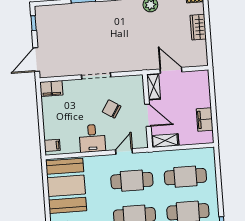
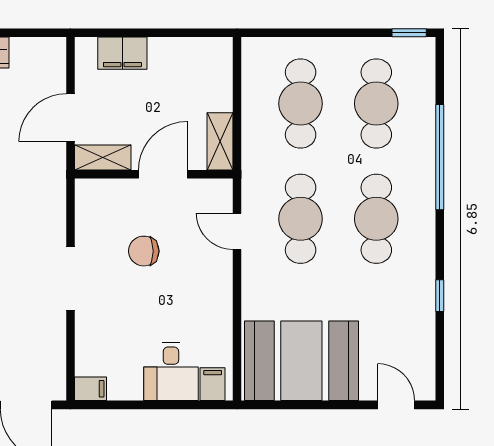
filing cabinet: (51, 89) -> (90, 389), width x0.50
chair: (112, 109) -> (144, 251), turned 58
filing cabinet: (205, 120) -> (122, 53), moved
desk: (92, 138) -> (171, 371), moved, turned 90

